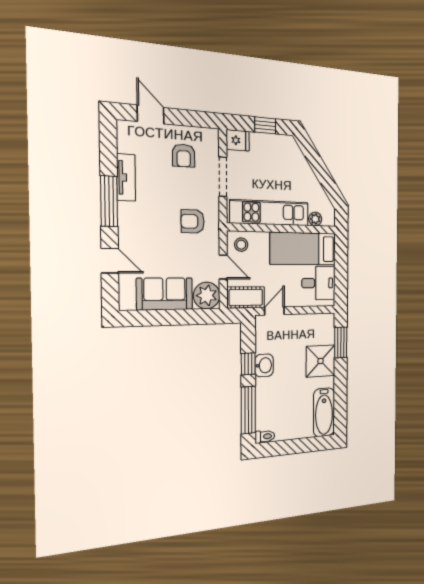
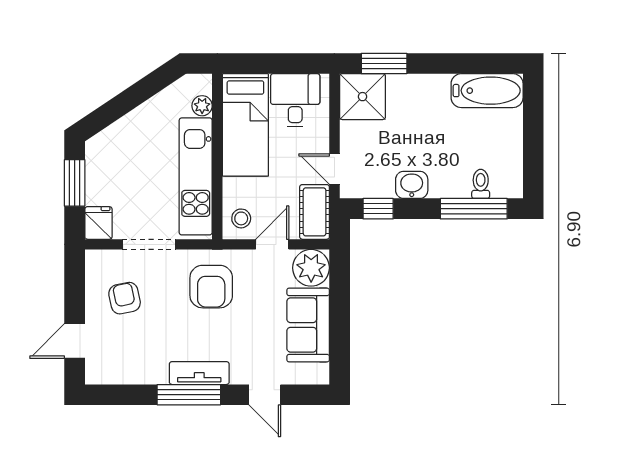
window: (265, 125) -> (75, 183), width x1.50
armchair: (184, 156) -> (125, 298), turned -102
tv unit: (126, 177) -> (199, 373), moved
armchair: (193, 221) -> (211, 287), width x1.38, depth x1.38
door: (110, 261) -> (265, 395), swing flipped
shower: (321, 361) -> (363, 97), moved
window: (248, 364) -> (378, 209), moved
toilet: (265, 437) -> (481, 184), moved

